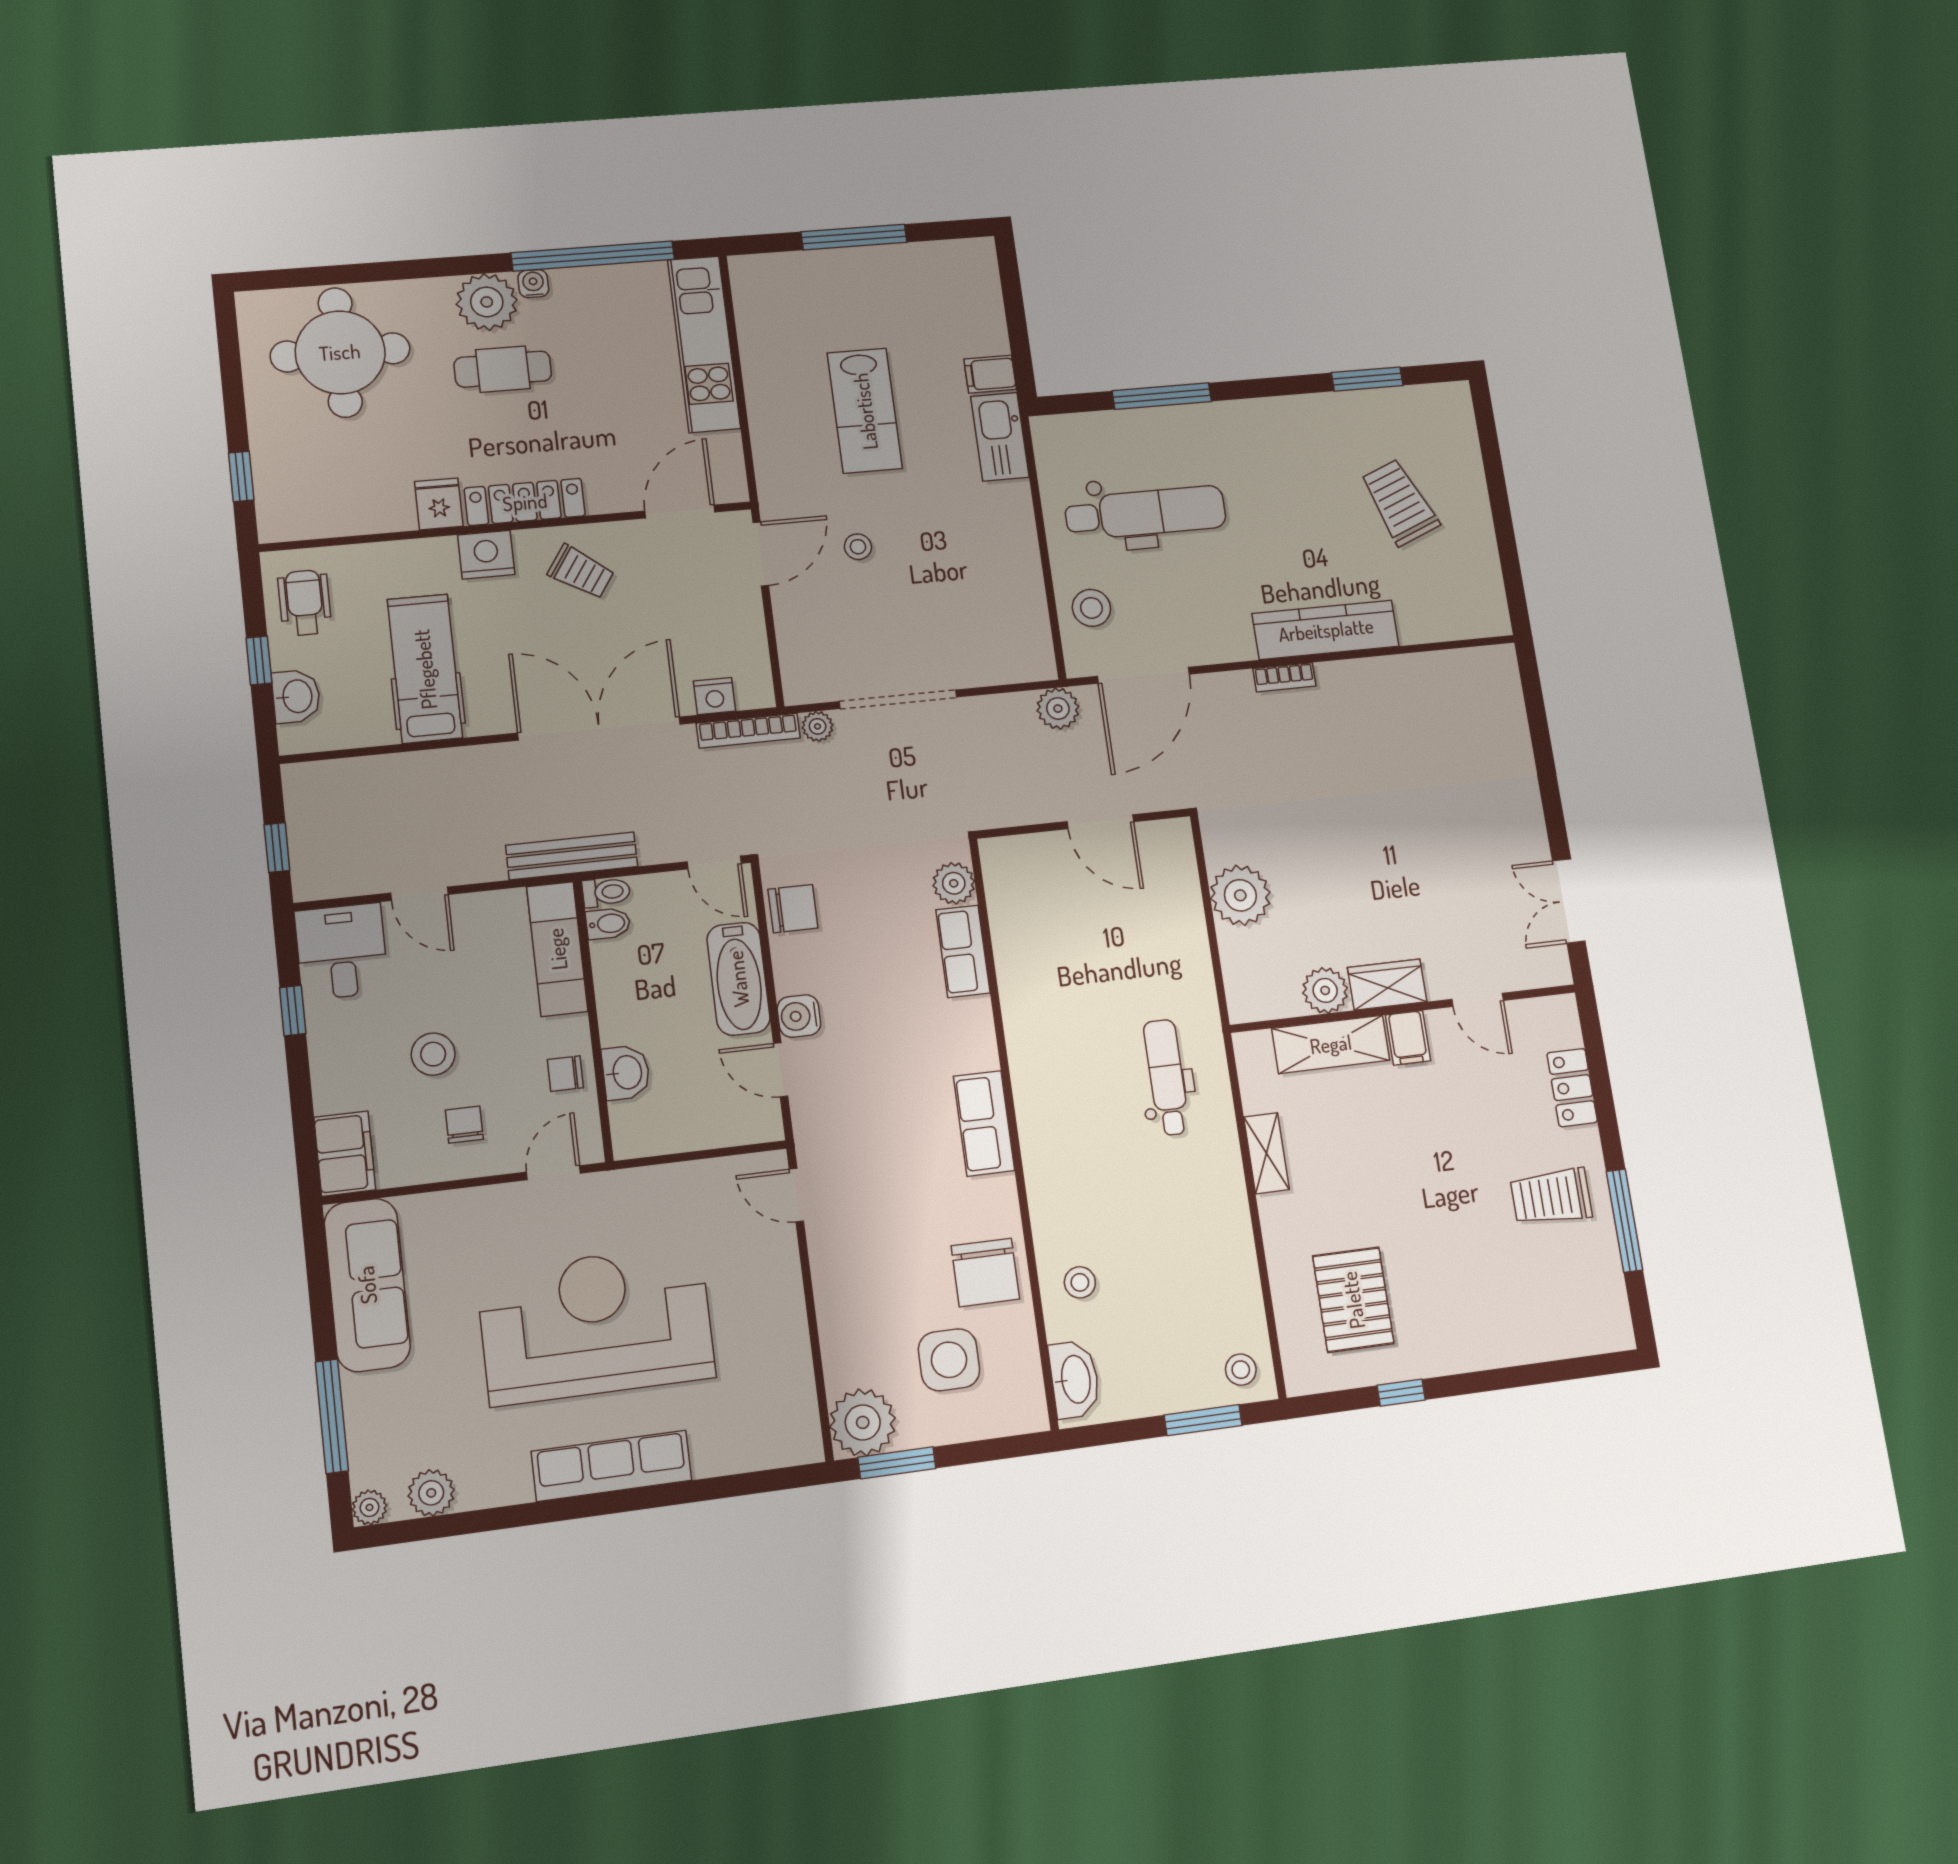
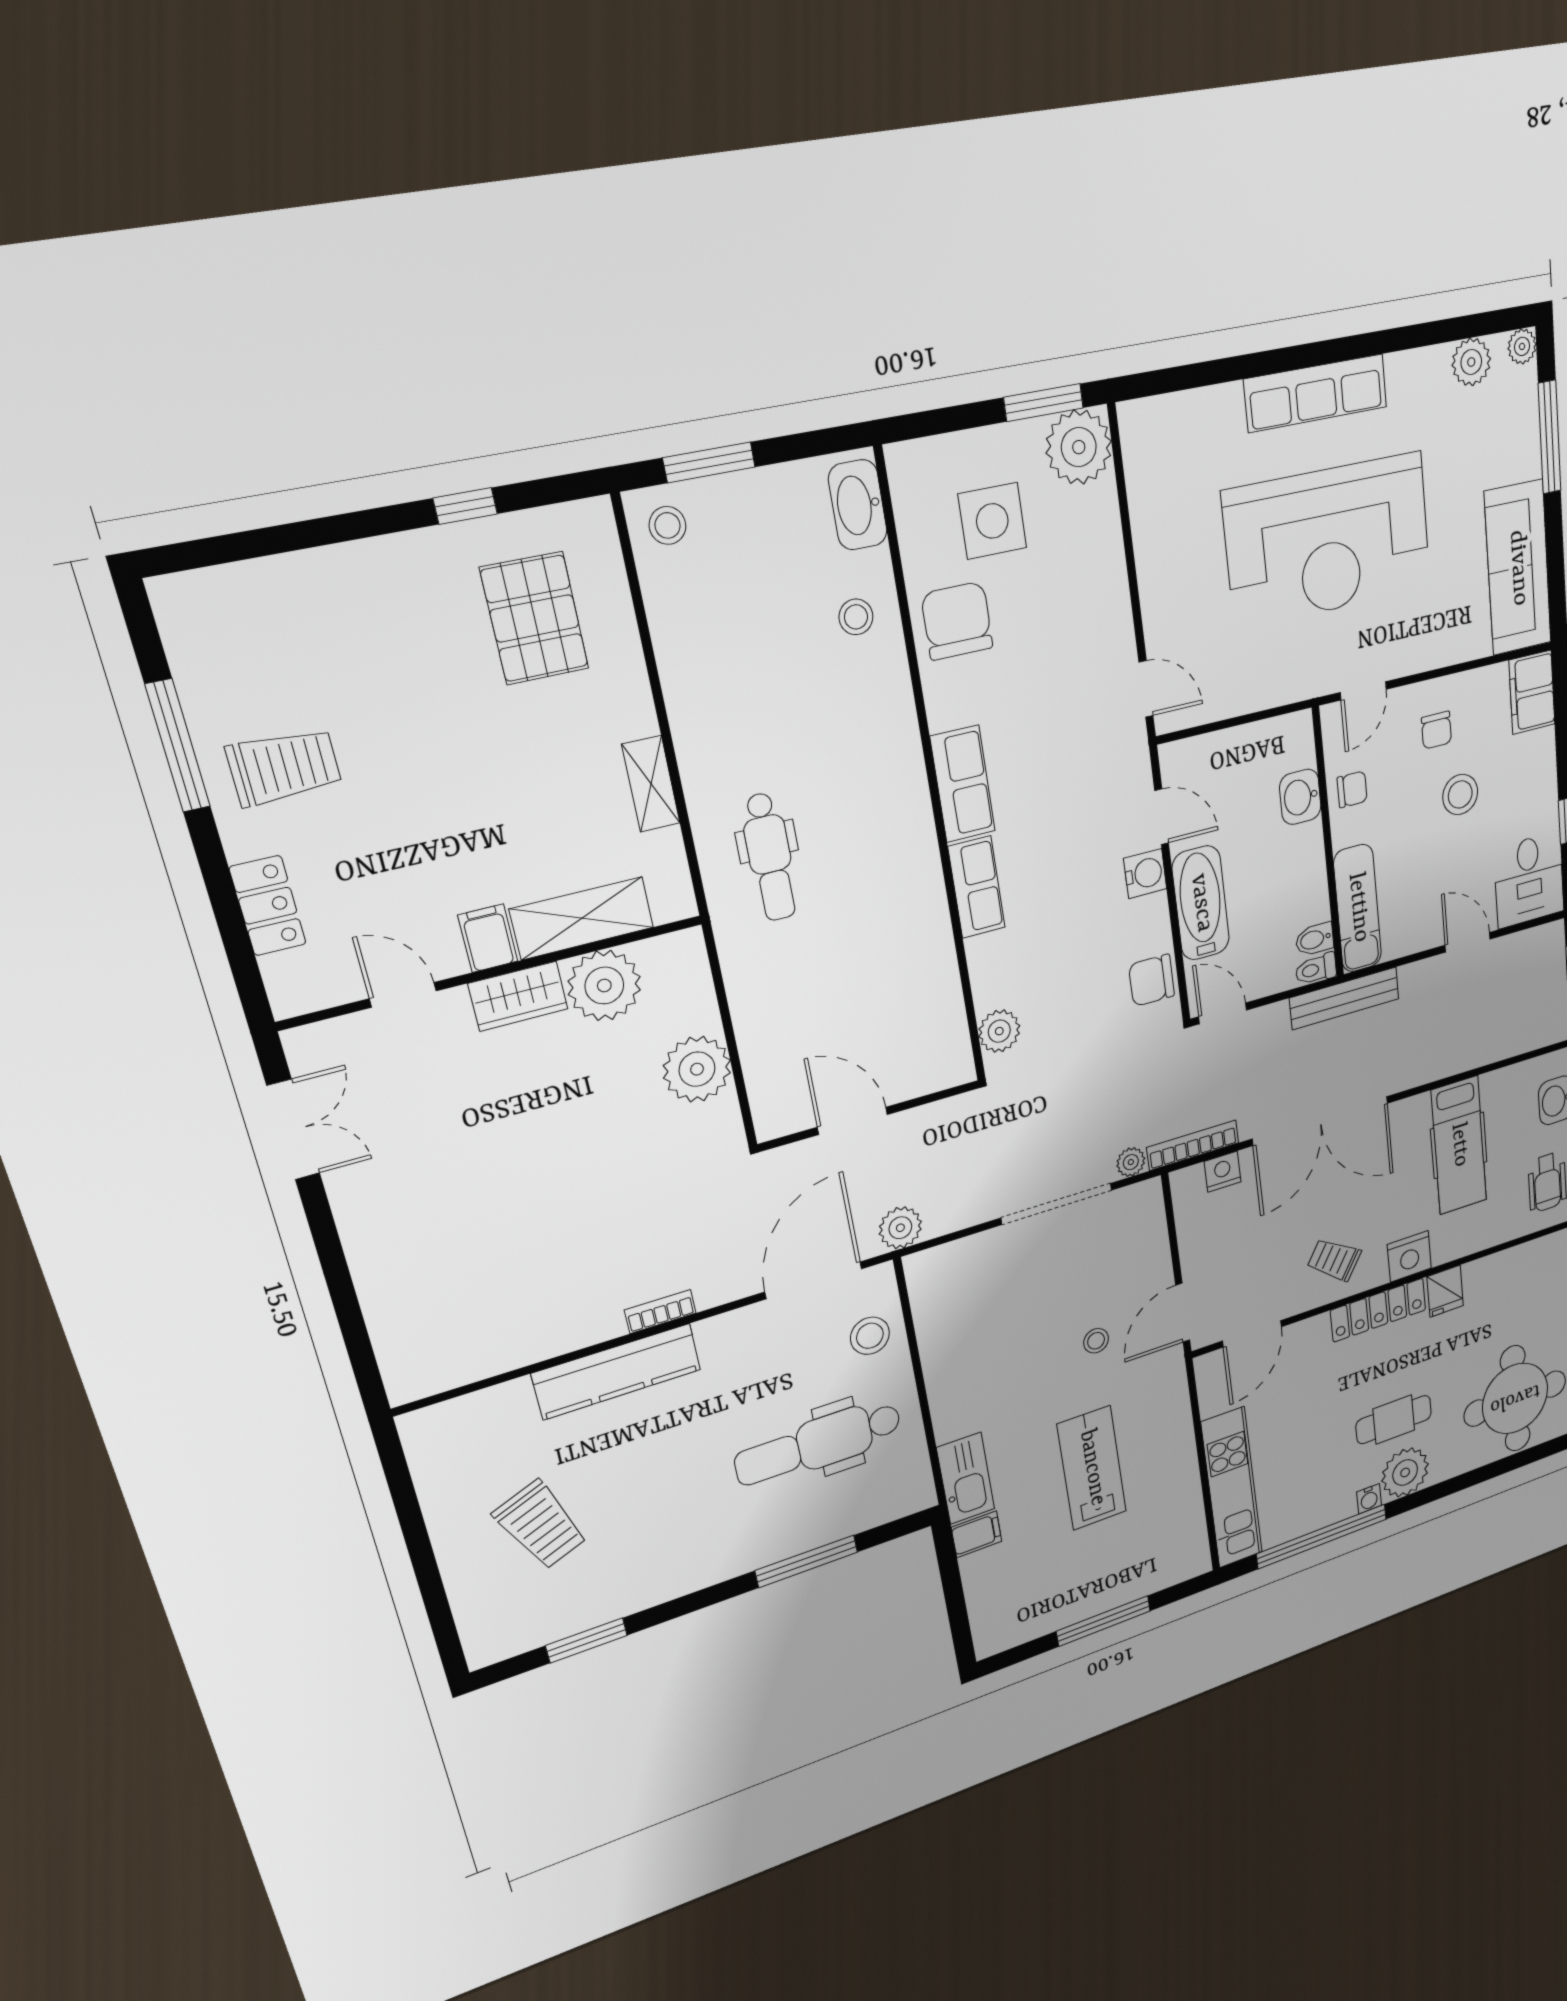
row of seats: (963, 951) -> (977, 887), moved
plant: (1325, 990) -> (604, 986), width x1.36, depth x1.36

